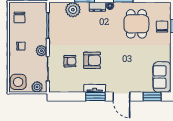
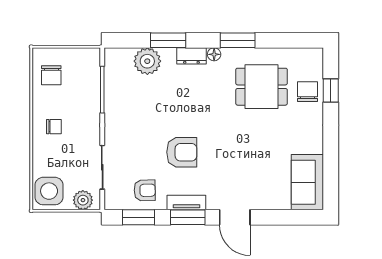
dining table: (136, 24) -> (262, 87), turned 90
plant: (41, 51) -> (91, 135), removed
armchair: (70, 61) -> (145, 190), moved
window: (152, 97) -> (139, 217), moved

